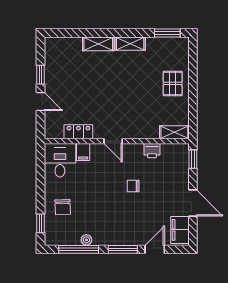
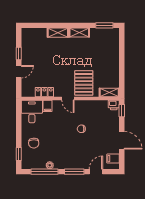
pallet: (173, 83) -> (84, 83), moved, width x1.50, depth x1.42
door: (40, 102) -> (19, 72), hinge flipped
printer: (152, 151) -> (114, 105), moved
filing cabinet: (180, 230) -> (113, 159), width x0.50

